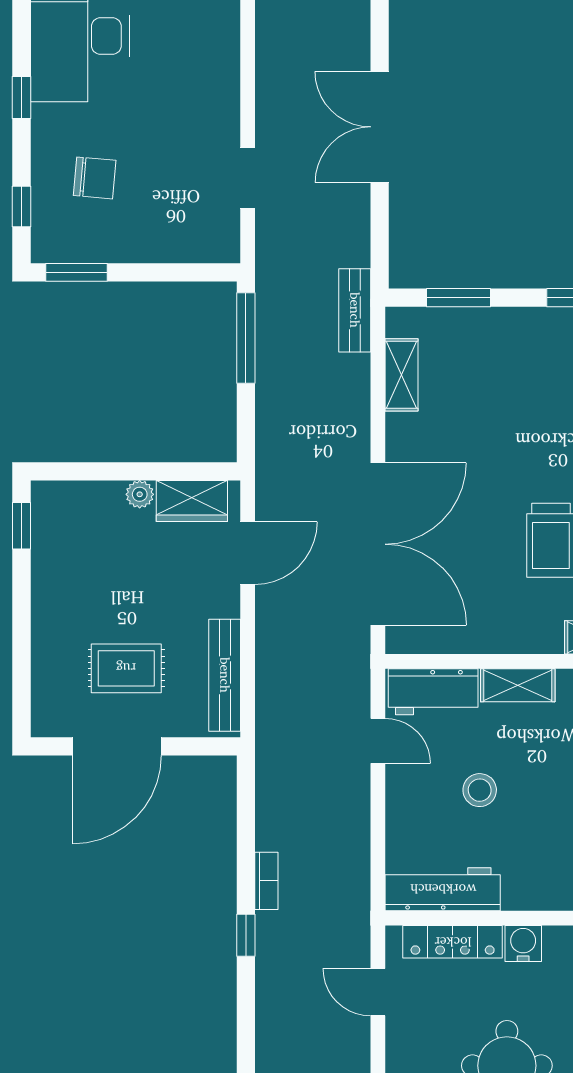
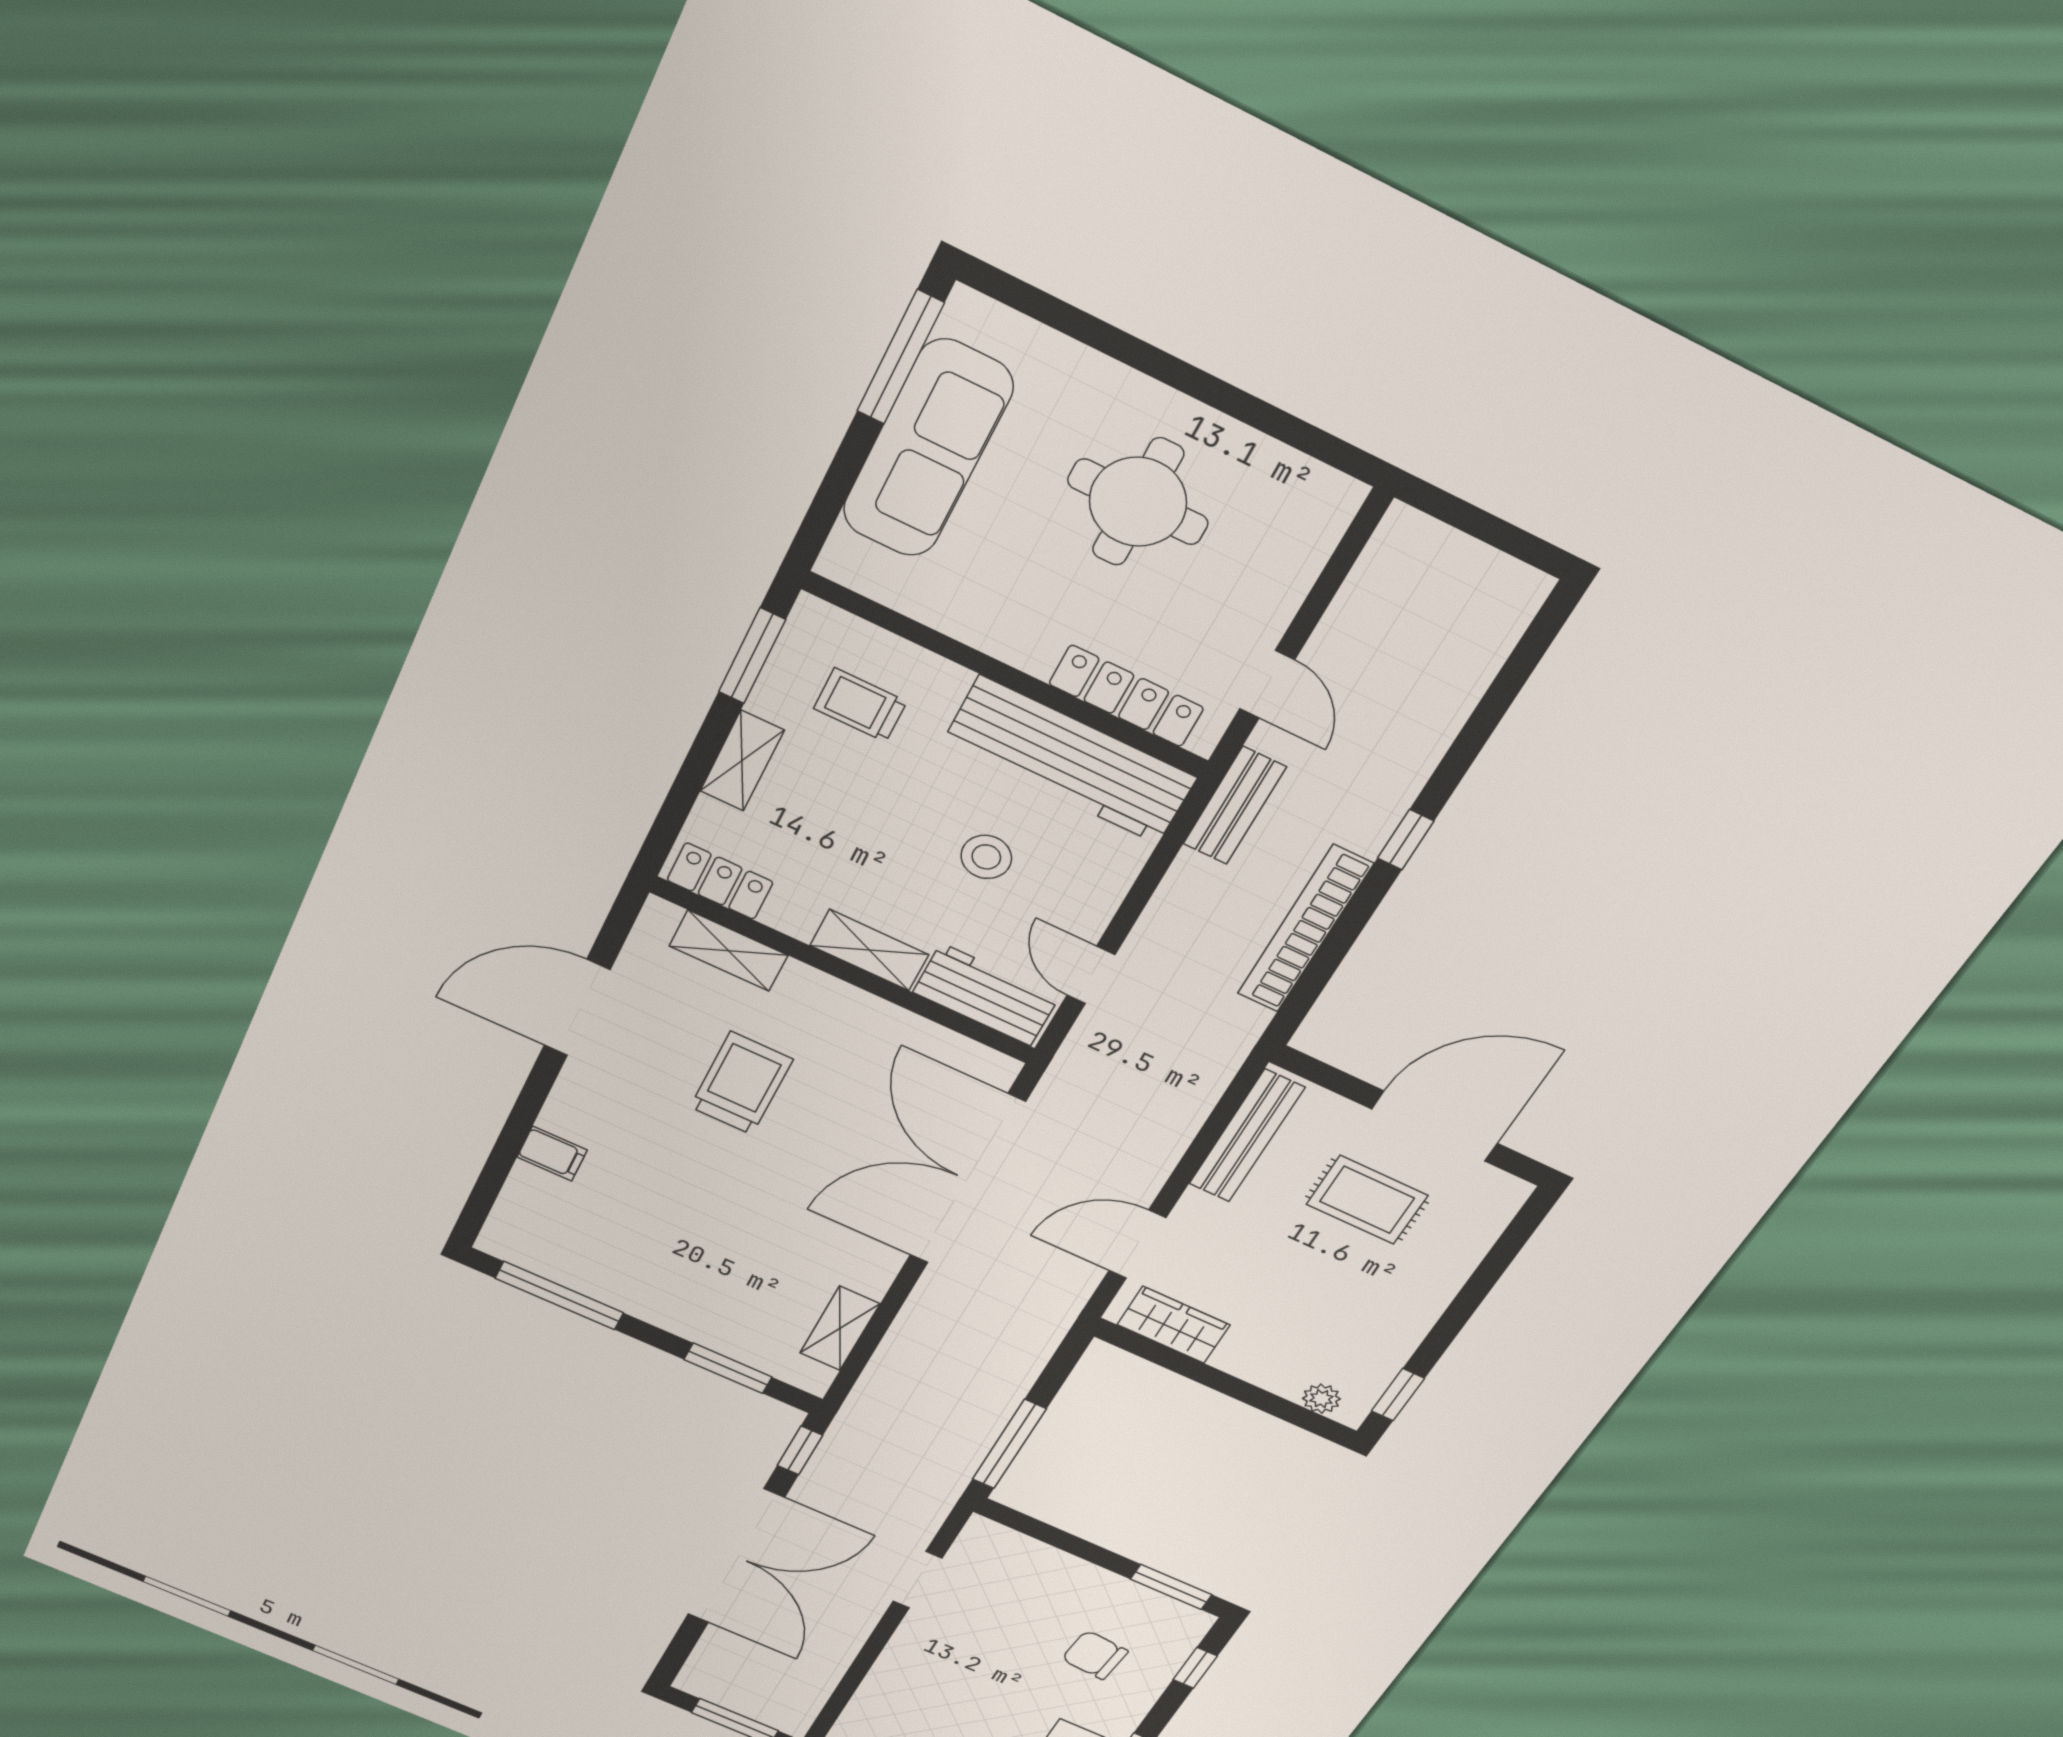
double door: (380, 127) -> (736, 1556), width x1.36
window: (380, 252) -> (800, 1450), added
bench: (355, 310) -> (1234, 806), moved
plant: (140, 494) -> (1321, 1399), moved
bookcase: (266, 881) -> (1305, 929), width x2.31, depth x1.31
workbench: (443, 889) -> (1070, 760), width x1.36, depth x1.32
water cooler: (523, 944) -> (1028, 646), removed

